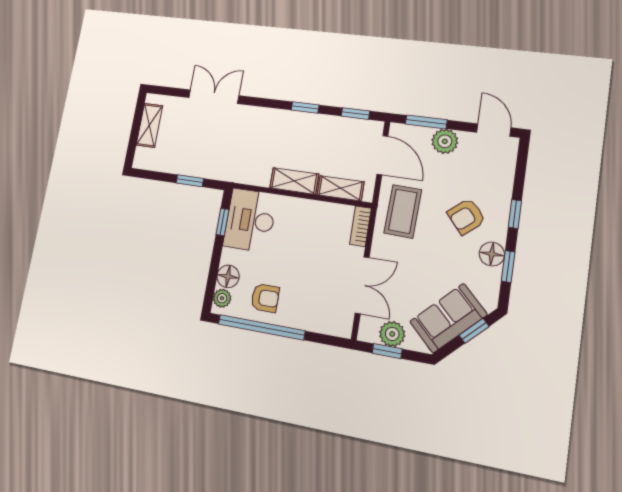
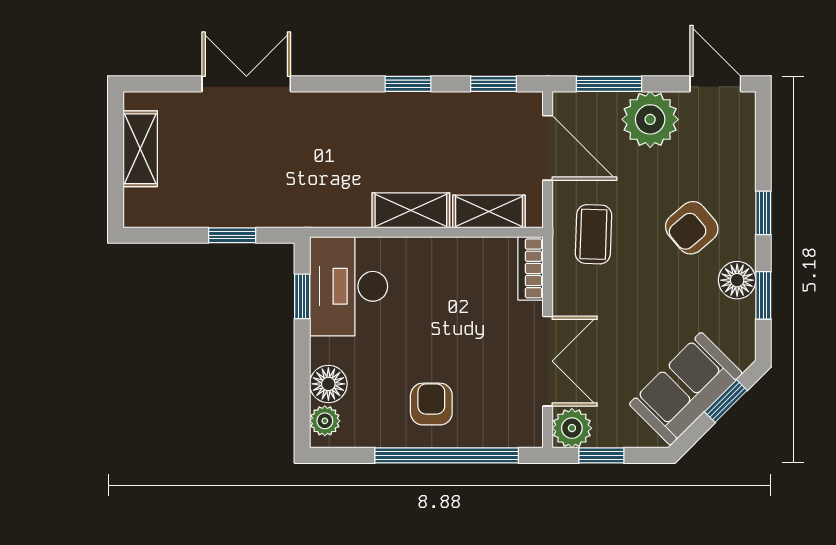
plant: (445, 141) -> (650, 119), width x1.36, depth x1.36
coffee table: (403, 211) -> (593, 234), width x0.73, depth x0.77
armchair: (265, 298) -> (431, 404), moved, turned -90
window: (261, 327) -> (447, 455), moved
plant: (392, 334) -> (572, 428), moved

